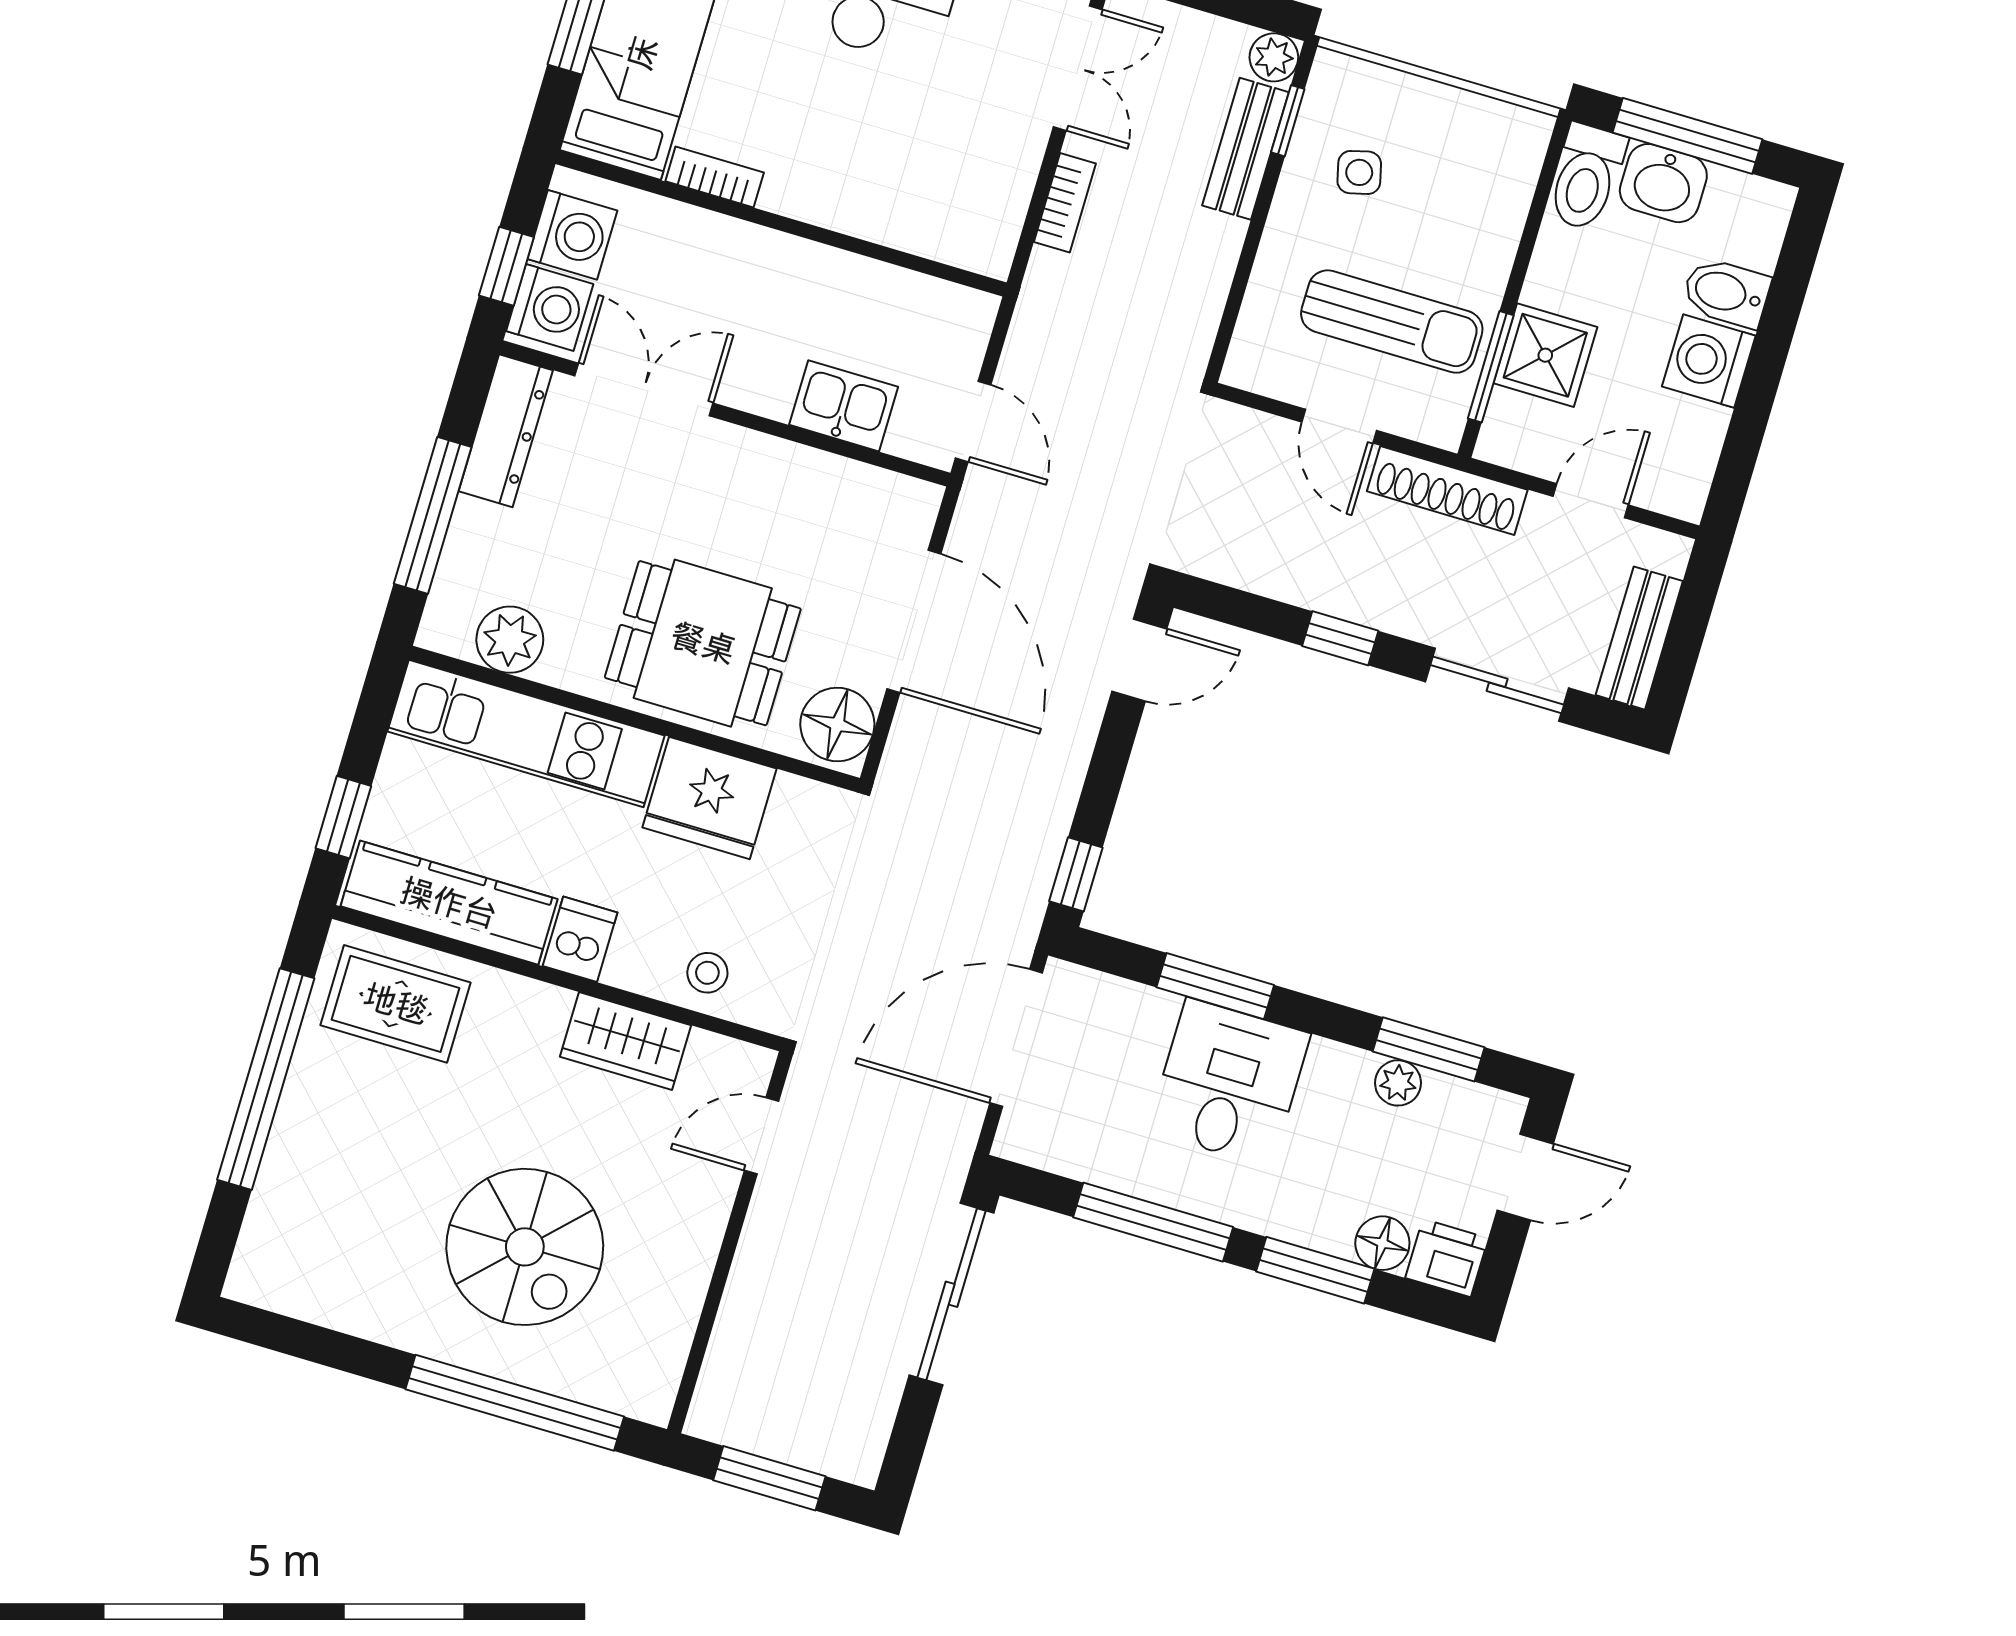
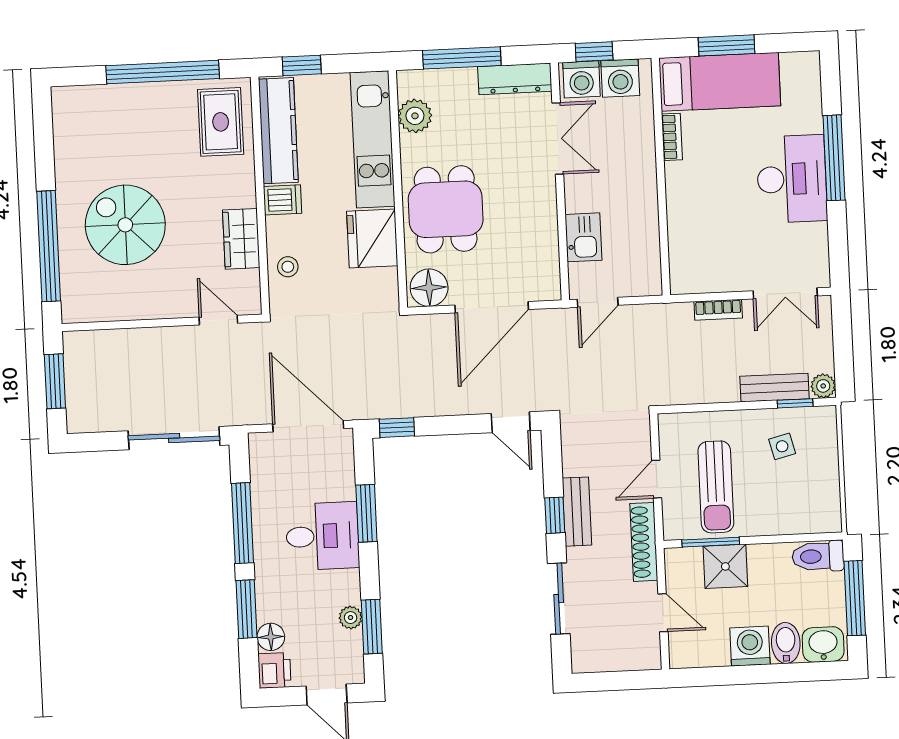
washbasin: (1663, 183) -> (823, 644), moved, turned 90
bench: (1639, 638) -> (577, 512), moved, turned 90
spiral stairs: (525, 1247) -> (125, 225), turned 90

